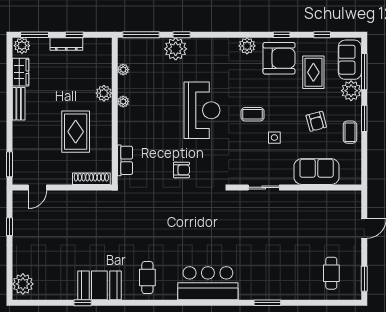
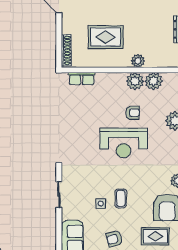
plant: (123, 70) -> (154, 81), width x1.88, depth x1.88
plant: (123, 101) -> (135, 81), width x1.88, depth x1.88
coffee table: (253, 114) -> (121, 198), moved
armchair: (181, 170) -> (133, 113), moved, turned -90

